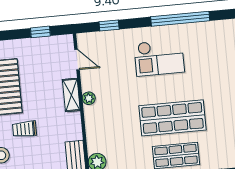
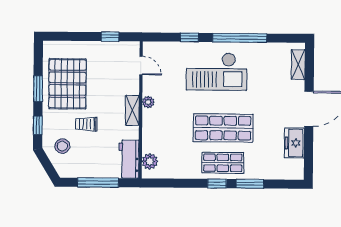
window: (109, 25) -> (189, 37), moved
checkout: (159, 58) -> (217, 72), width x1.36, depth x1.21
shelving: (71, 95) -> (132, 110), moved

